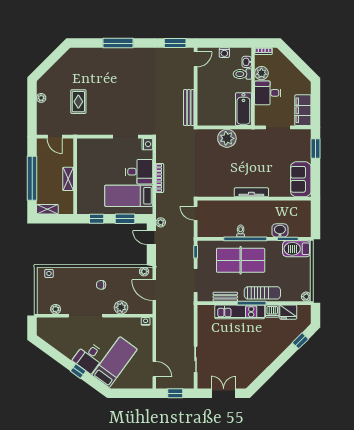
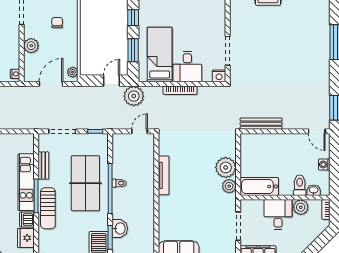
plant: (243, 135) -> (229, 186), added
tv unit: (251, 192) -> (164, 175), moved
plant: (161, 222) -> (134, 96), width x1.87, depth x1.87

